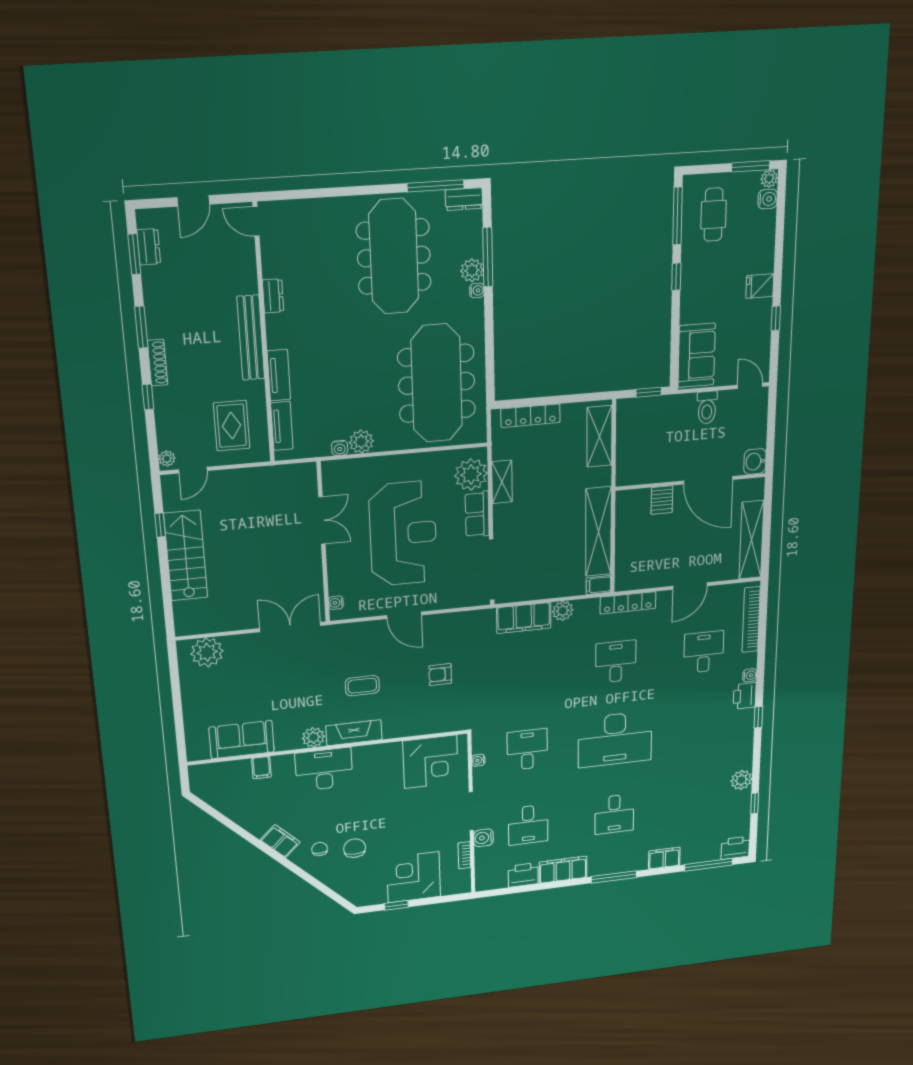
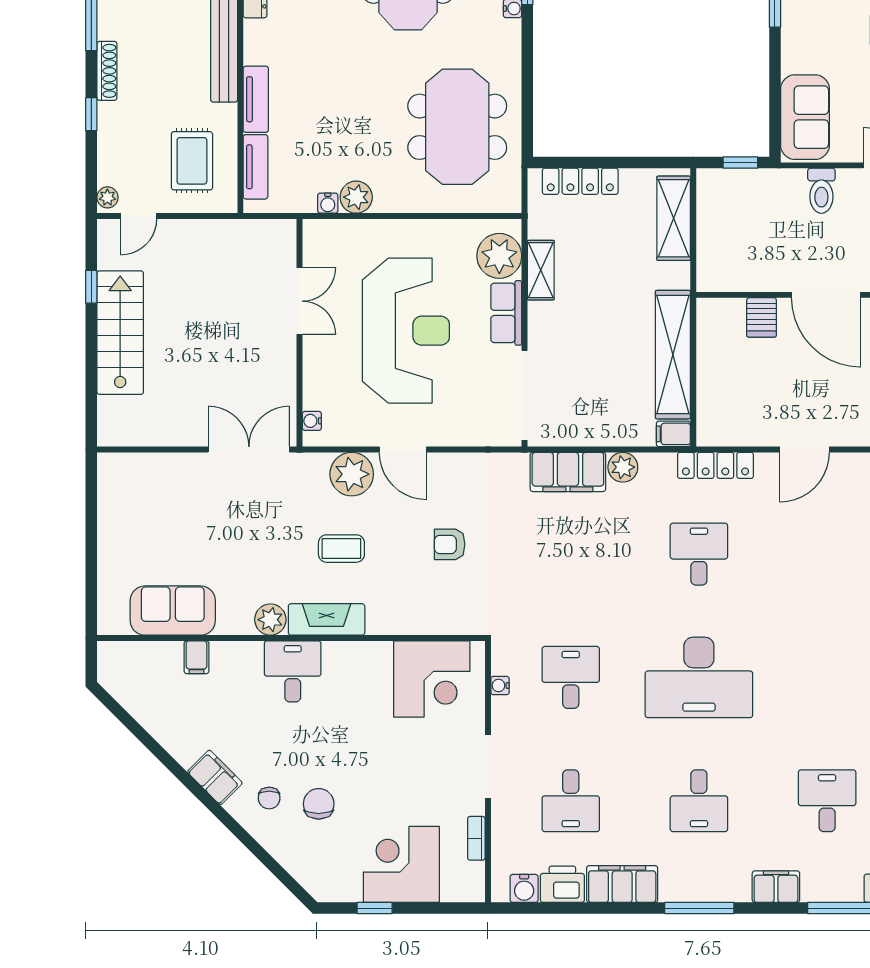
meeting table: (437, 383) -> (457, 127), width x0.73
plant: (207, 652) -> (352, 474), moved
desk: (704, 652) -> (827, 801), moved
desk: (324, 769) -> (293, 671), width x0.73
water cooler: (483, 838) -> (524, 888), moved, turned -90
chair: (320, 849) -> (269, 798), turned 180

